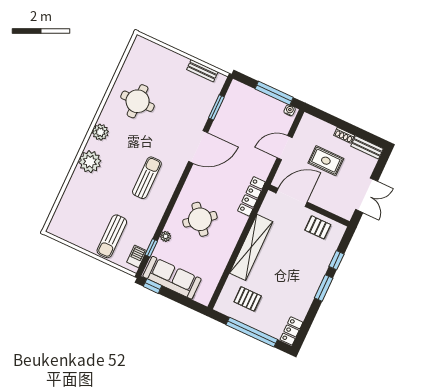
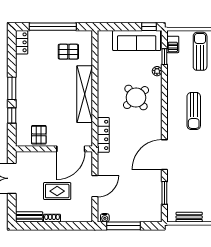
pallet: (318, 227) -> (39, 135), turned 90

